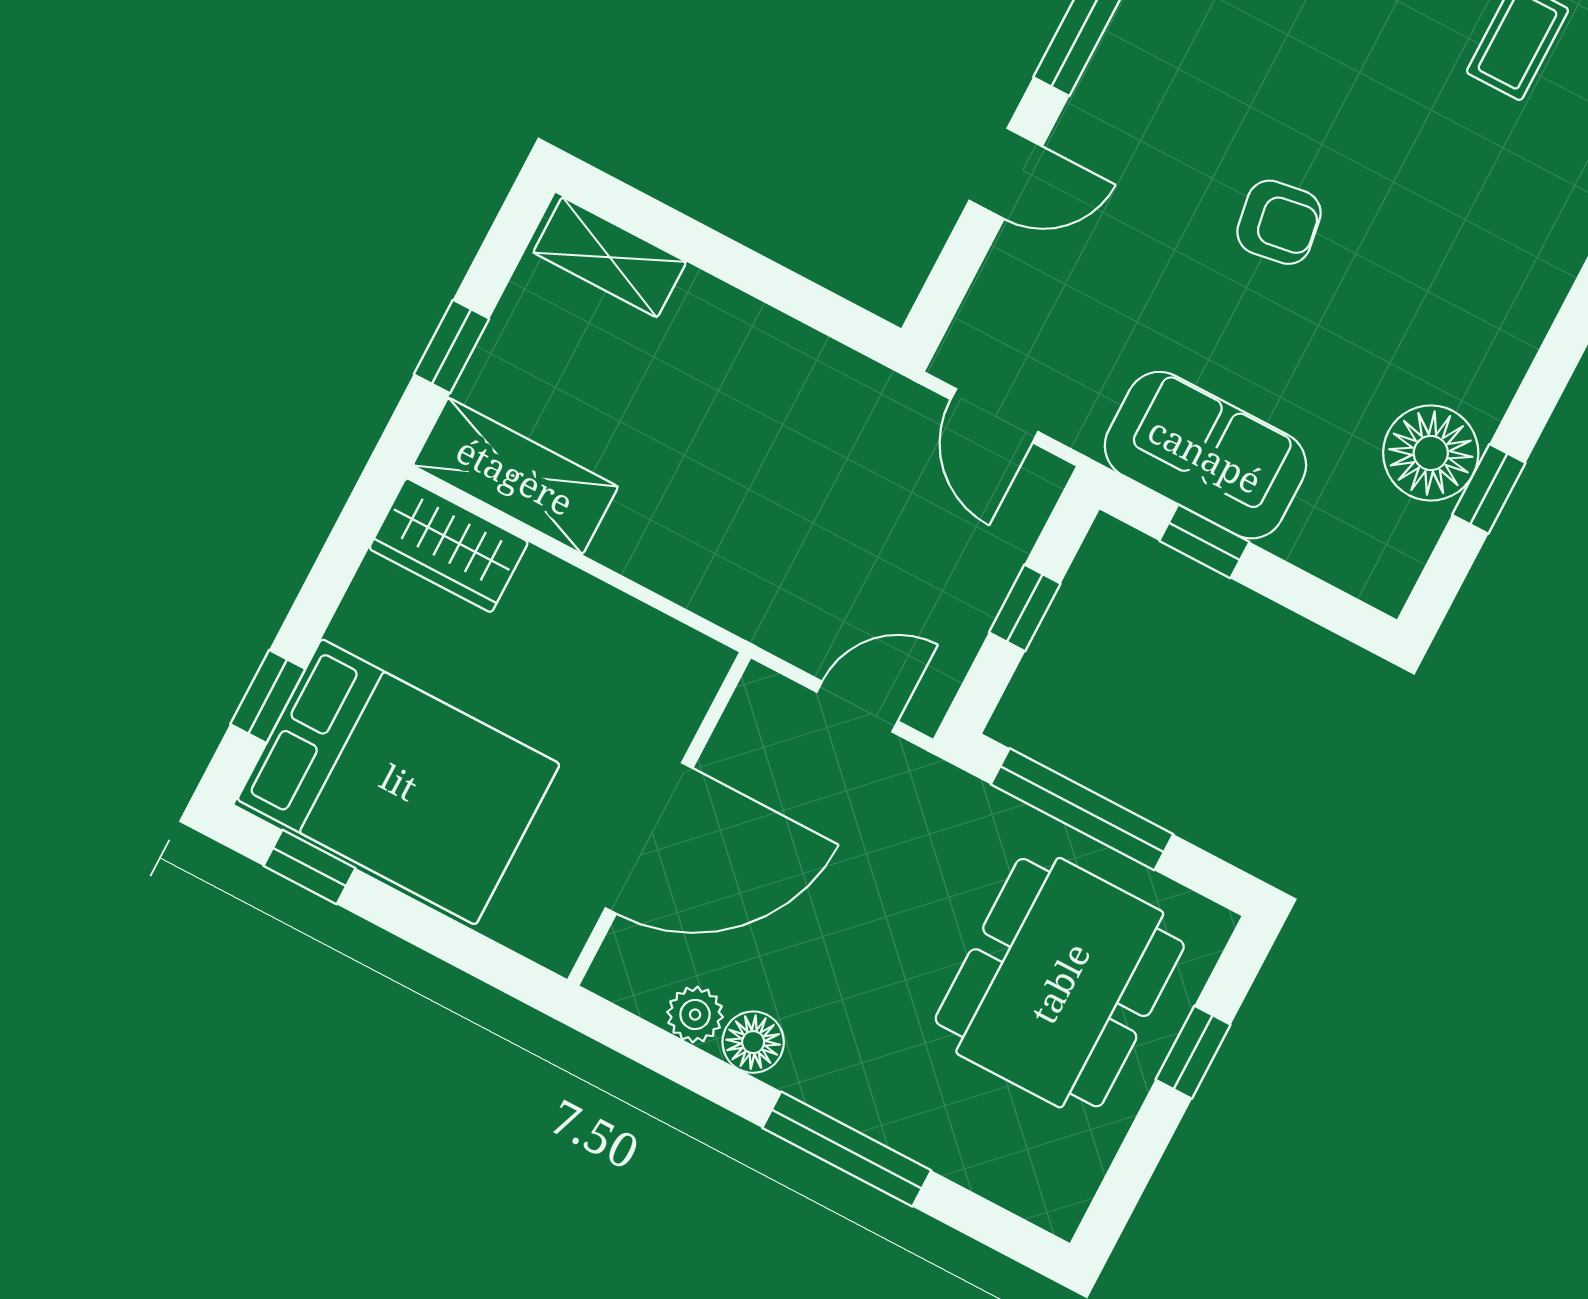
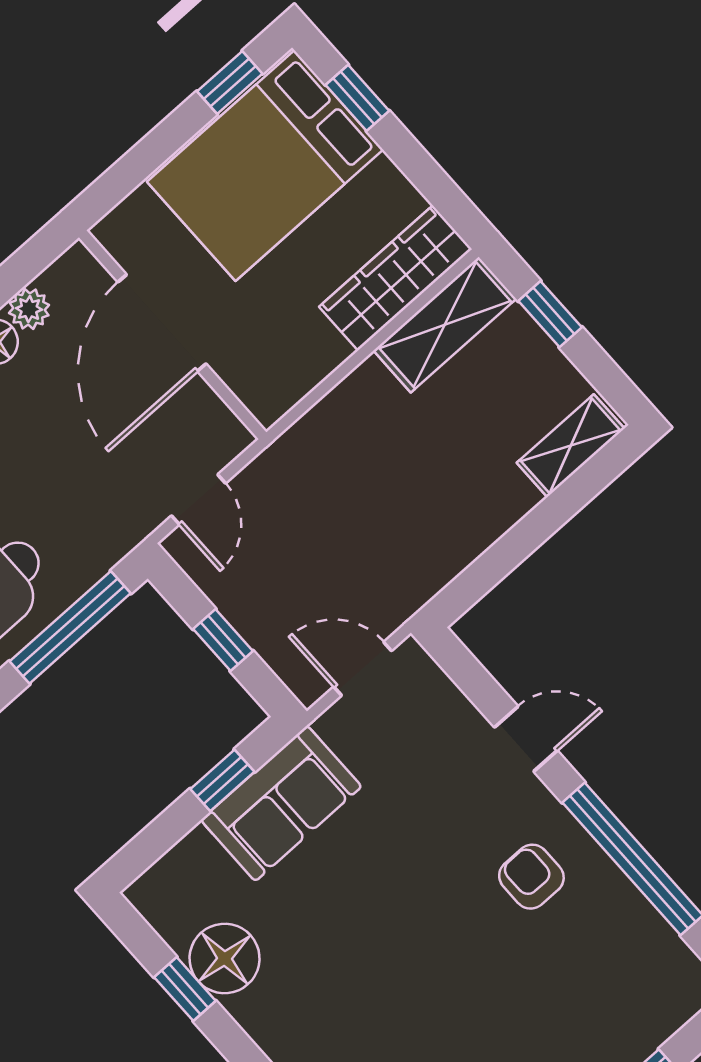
door: (1006, 173) -> (526, 739), swing flipped
armchair: (1279, 222) -> (531, 877), moved, turned 99
wardrobe: (449, 545) -> (396, 278), width x1.50

